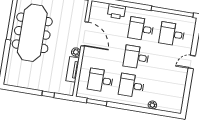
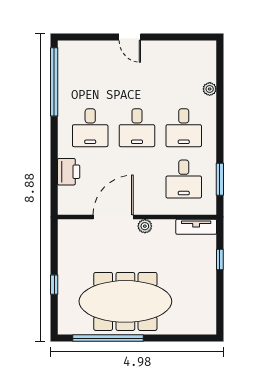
desk: (172, 34) -> (90, 76), removed
tv unit: (73, 69) -> (196, 227), moved

